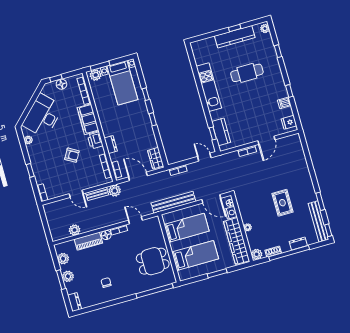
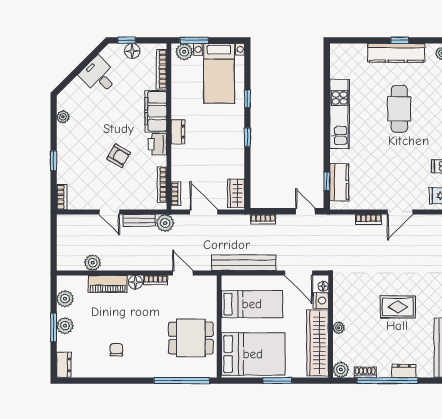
cafe table: (247, 73) -> (399, 109), turned 90
desk: (43, 116) -> (99, 76), width x0.53, depth x0.77
dresser: (111, 144) -> (178, 132), moved
rug: (282, 203) -> (398, 307), turned 90
bed: (195, 255) -> (253, 354), width x1.50

